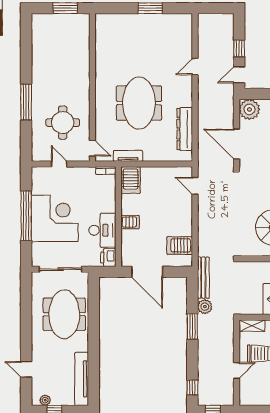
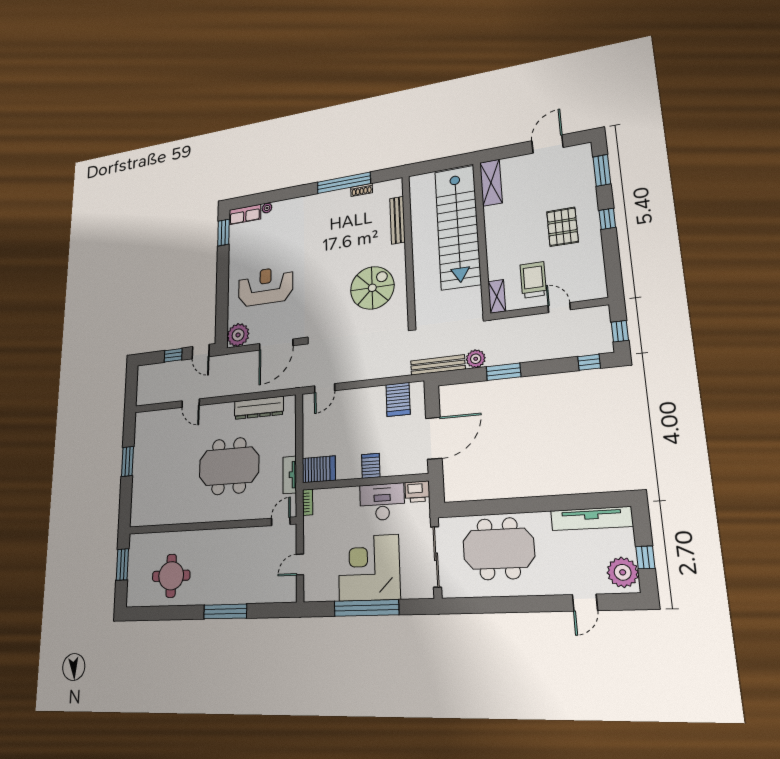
round table: (63, 123) -> (171, 576), moved
plant: (45, 400) -> (623, 572), width x1.87, depth x1.87

